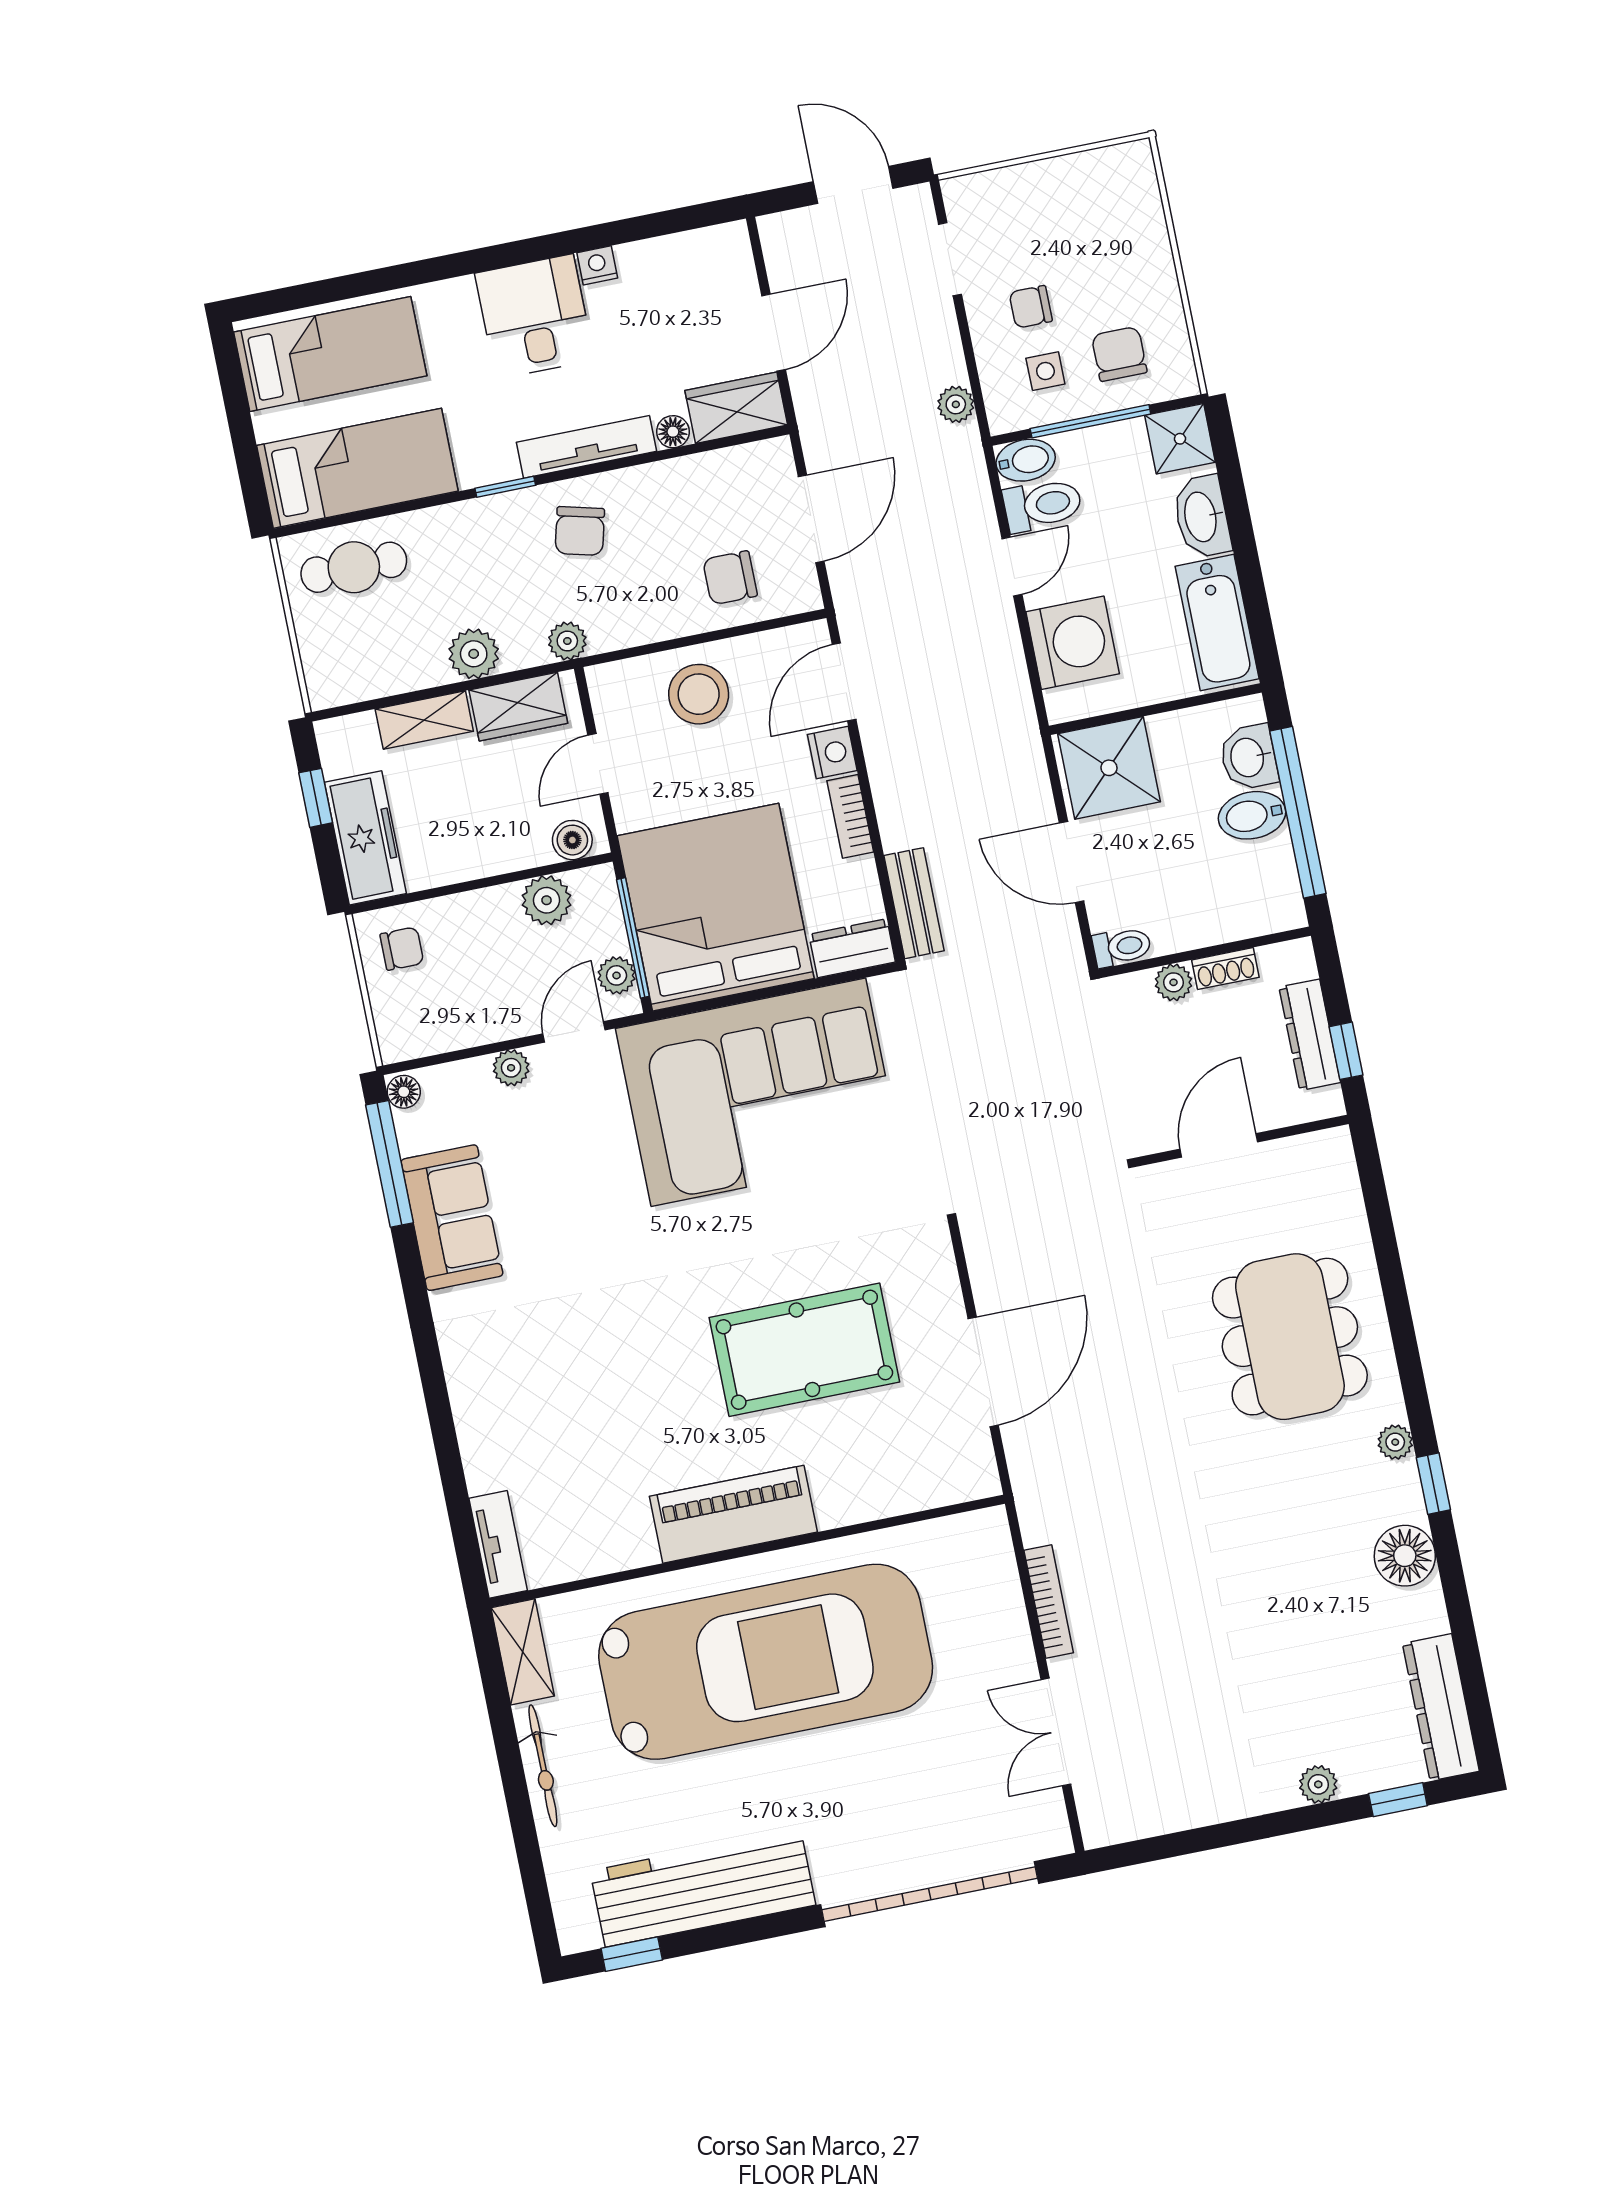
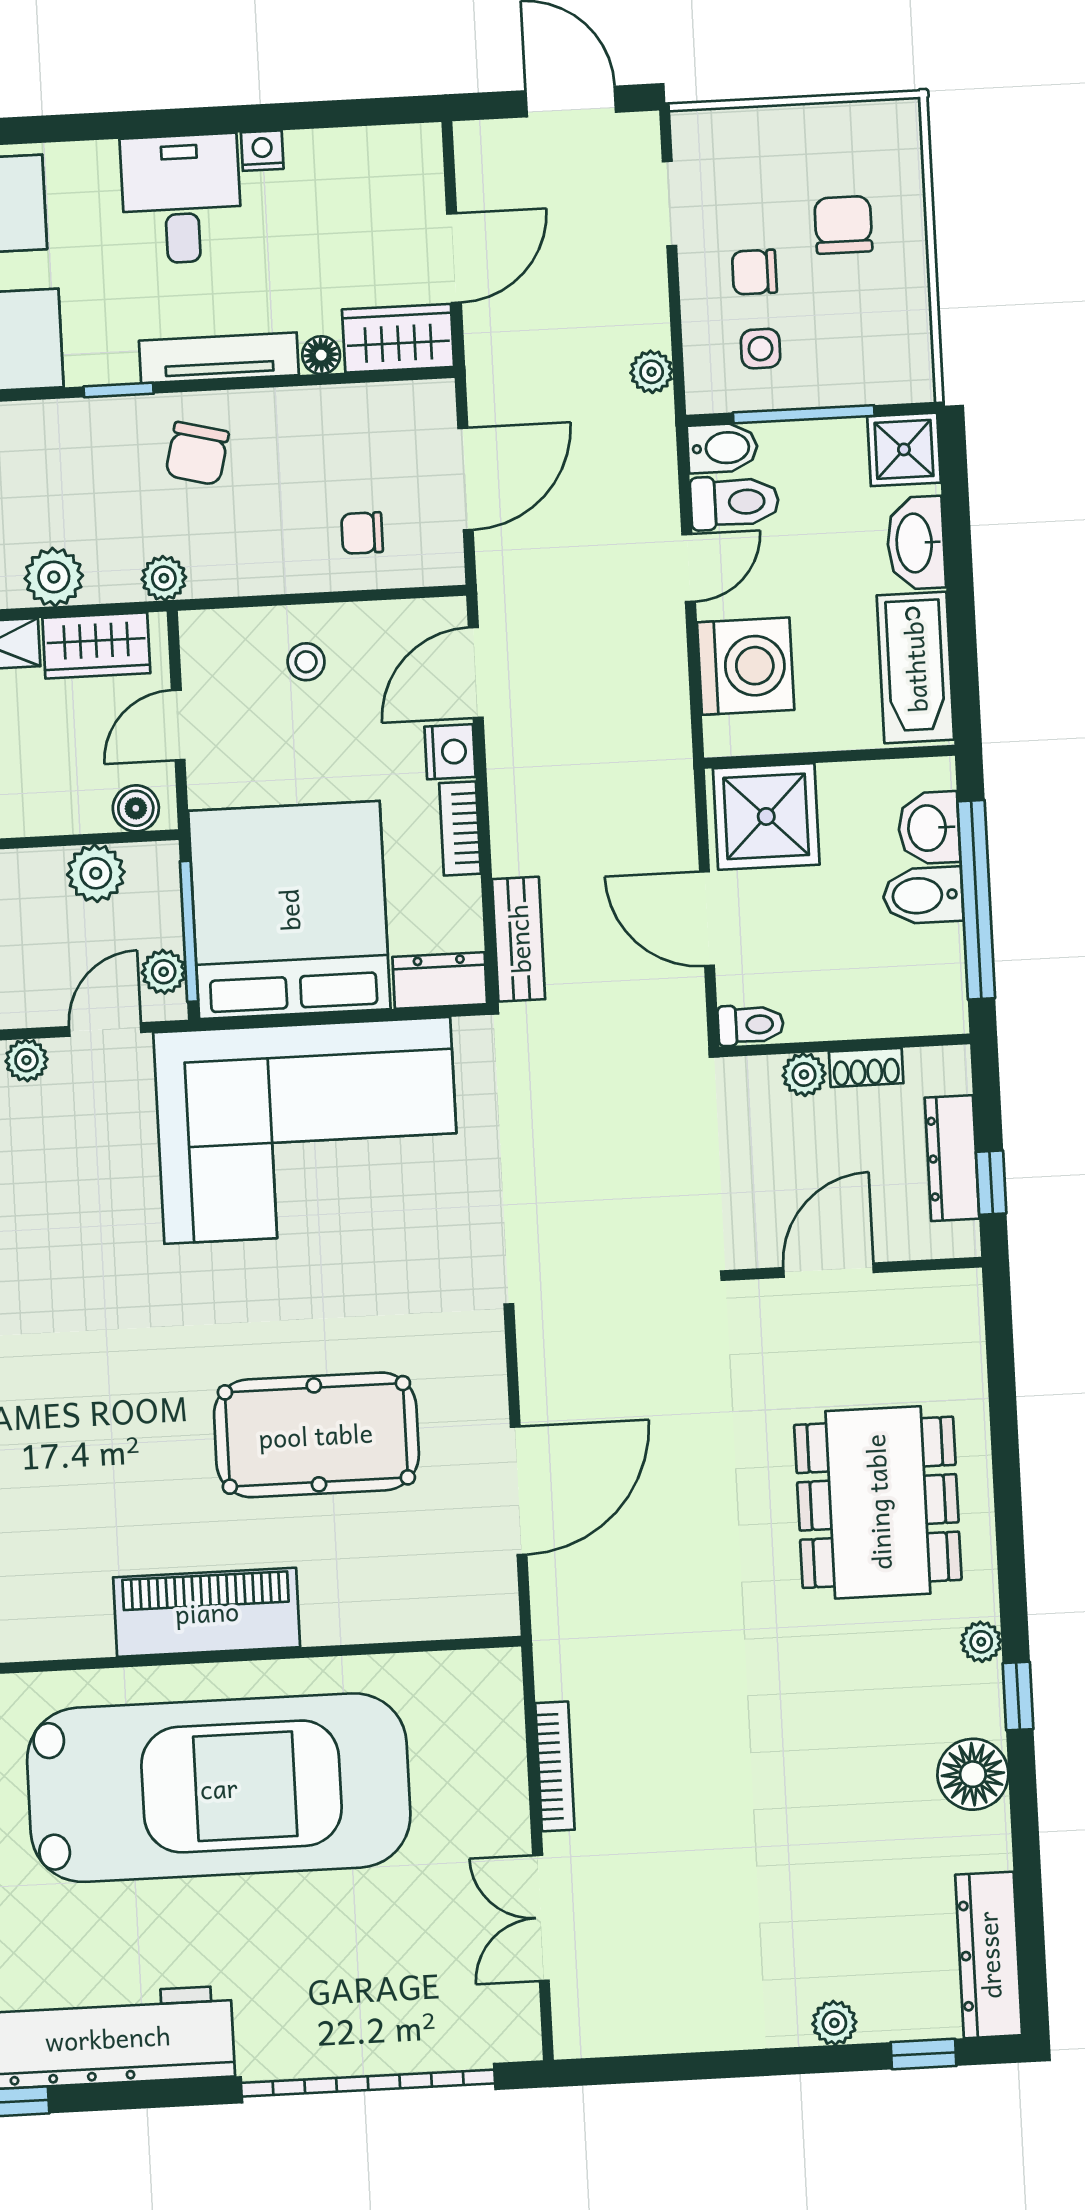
chair: (1119, 354) -> (843, 225), moved
chair: (730, 578) -> (362, 533), width x0.73, depth x0.73
stool: (699, 694) -> (306, 662), width x0.53, depth x0.53

